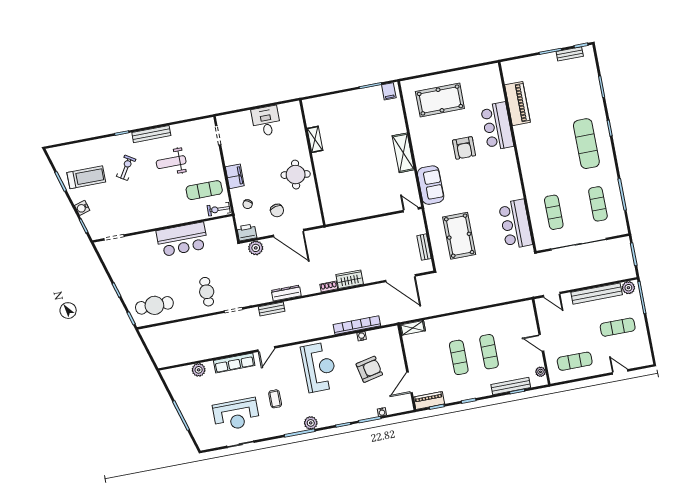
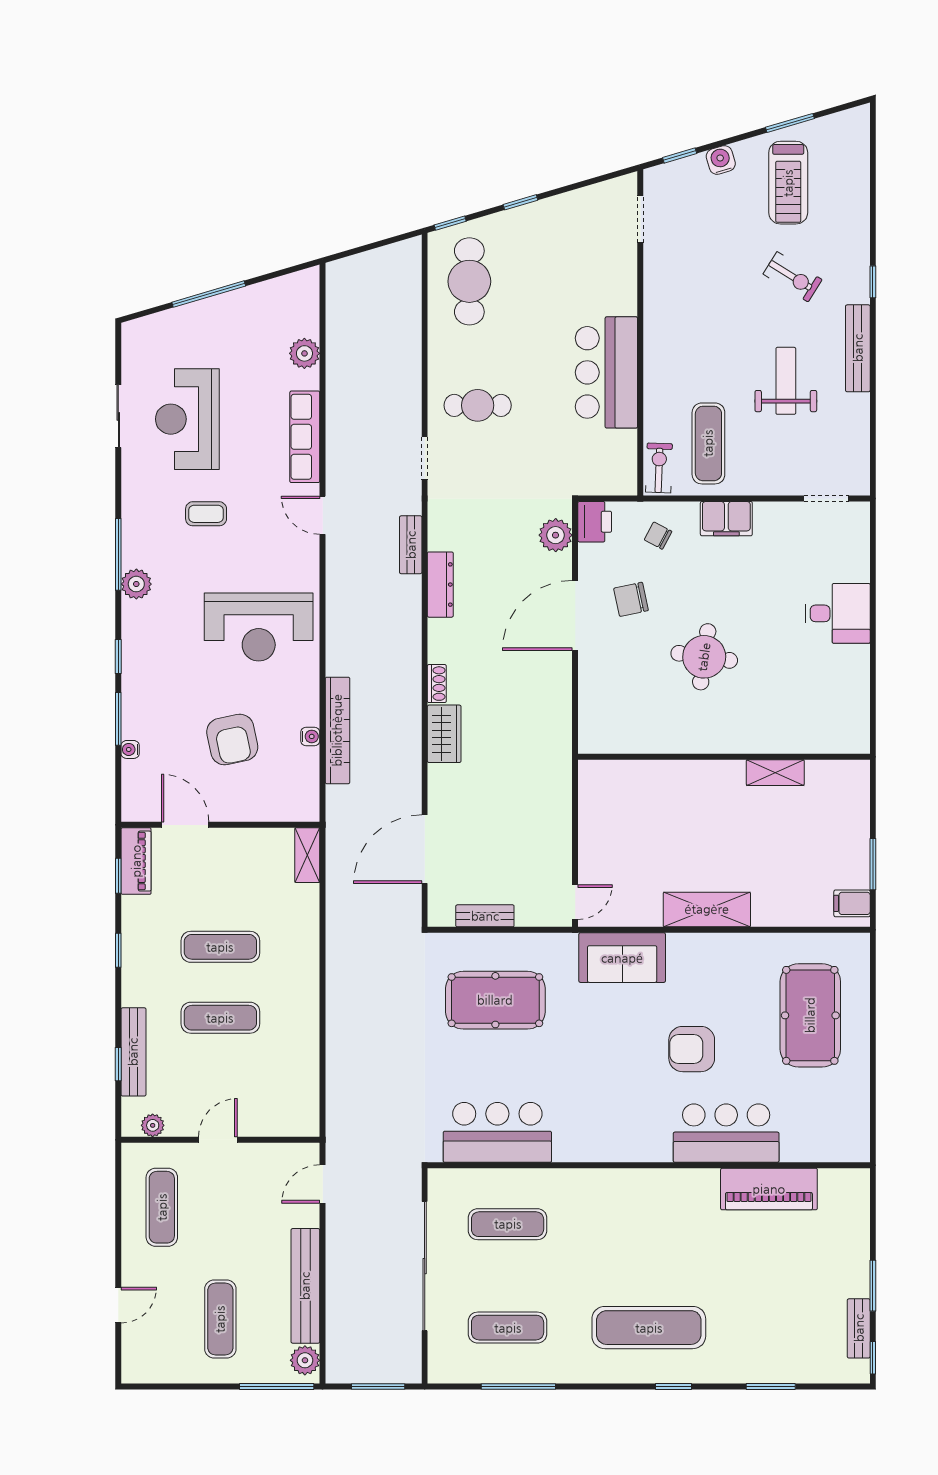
shelving: (315, 139) -> (775, 773), moved
wall: (312, 163) -> (724, 757), moved

